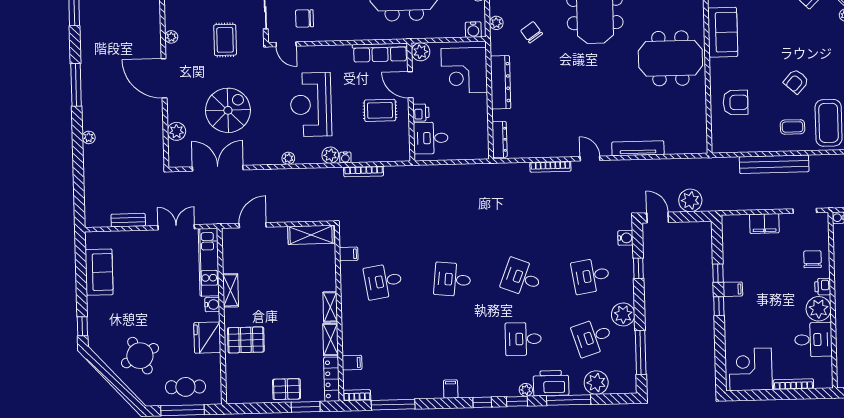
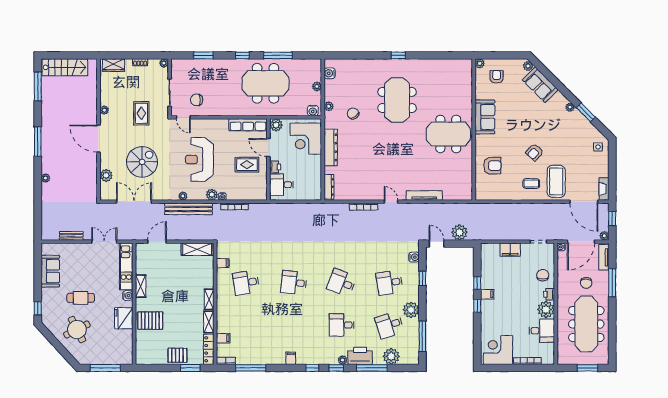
bench: (774, 164) -> (189, 209), moved
cafe table: (185, 387) -> (81, 298), moved

